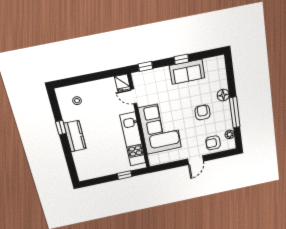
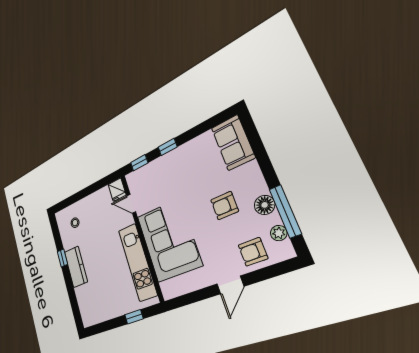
window: (181, 59) -> (168, 147), moved
sofa: (187, 72) -> (233, 143), moved, turned 90
floor lamp: (223, 95) -> (265, 205), moved
armchair: (203, 112) -> (225, 206), turned -90
window: (235, 112) -> (285, 211), moved

